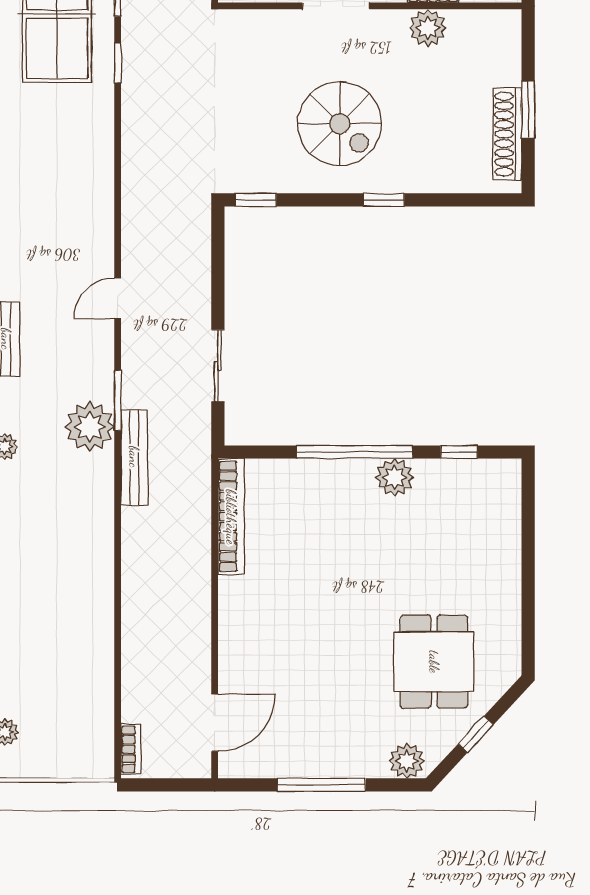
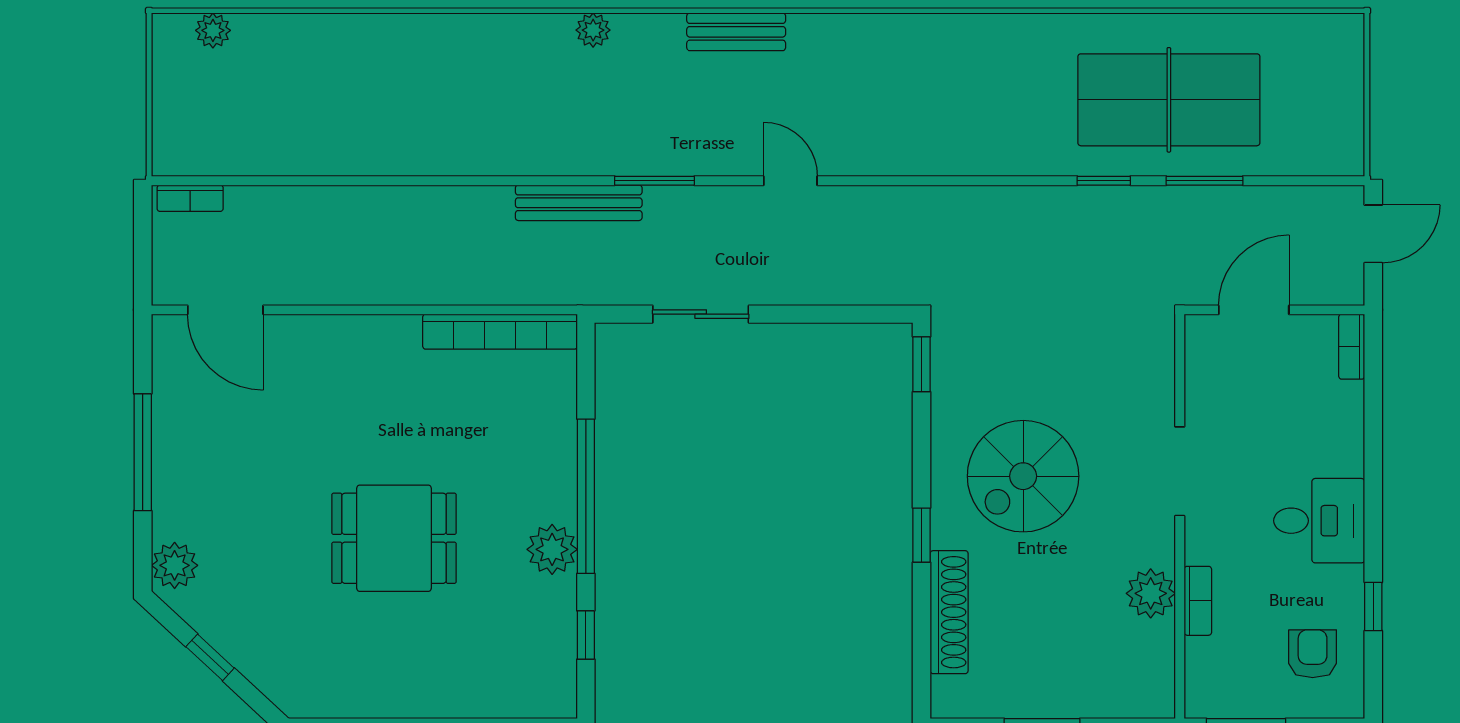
shoe rack: (507, 134) -> (949, 612), moved, turned 90
plant: (90, 427) -> (620, 144), removed
dining table: (434, 662) -> (394, 538), moved

